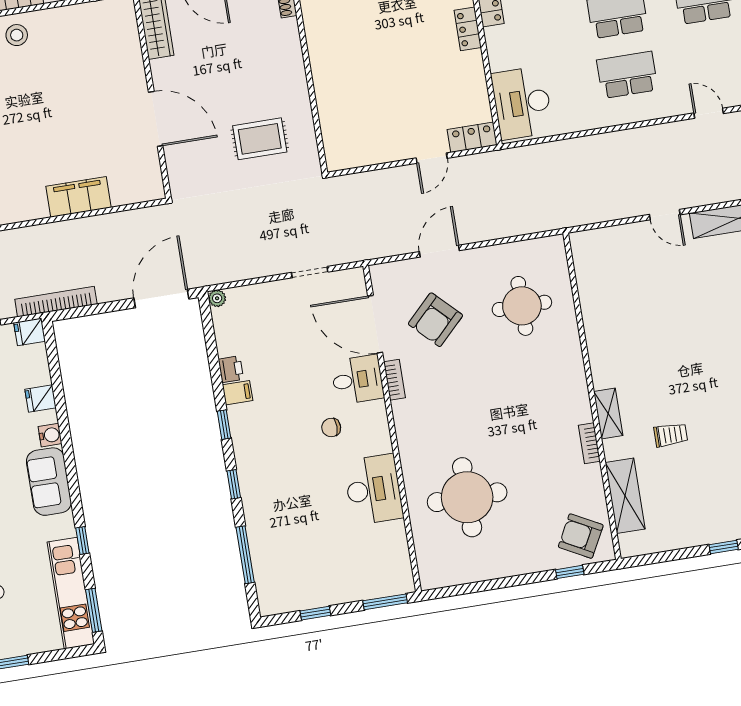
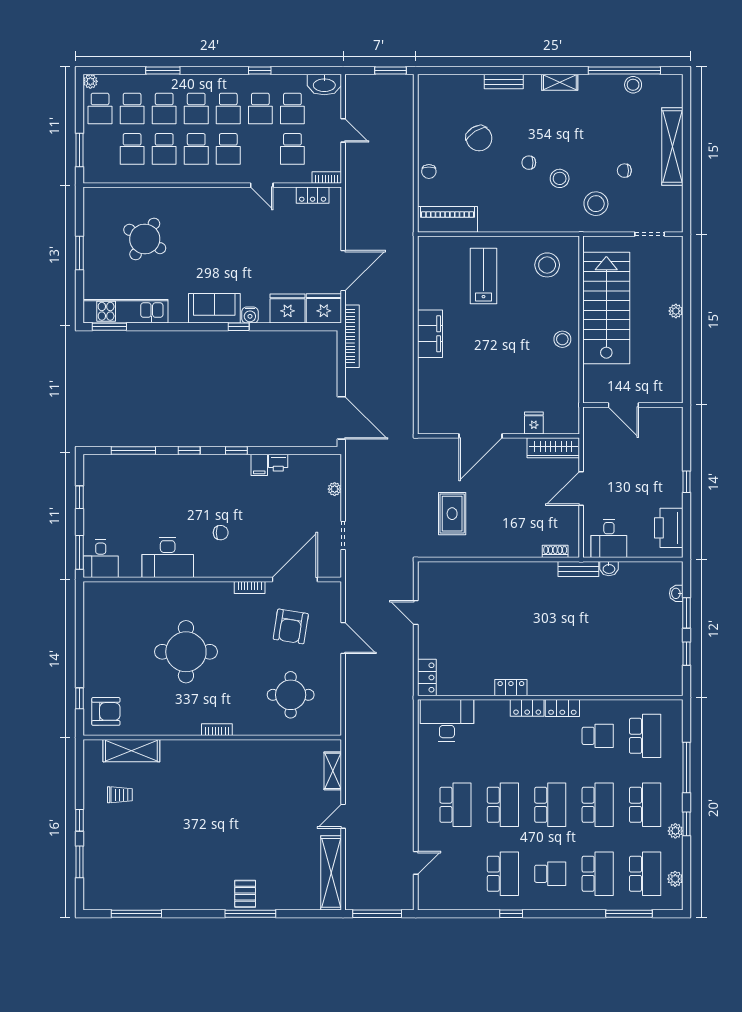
fridge: (128, 54) -> (534, 423), added
door: (432, 158) -> (416, 613), moved
filing cabinet: (79, 197) -> (430, 334), moved
plant: (217, 298) -> (335, 489), moved
armchair: (435, 320) -> (291, 626), turned -126
fridge: (30, 332) -> (324, 308), width x1.88, depth x1.34
desk: (357, 380) -> (101, 559), moved
fridge: (41, 398) -> (288, 309), width x1.88, depth x1.34
shelving: (608, 414) -> (333, 771), moved, turned 90
chair: (331, 428) -> (221, 533), turned 90
trolley: (671, 435) -> (120, 795), moved, turned -90
bookcase: (589, 443) -> (217, 730), moved
round table: (467, 497) -> (186, 652), moved
armchair: (581, 536) -> (106, 711), turned 62
window: (82, 540) -> (239, 327), moved

